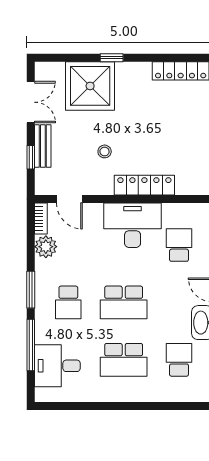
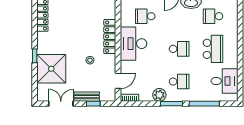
plant: (46, 247) -> (159, 95), moved
school desk: (124, 302) -> (179, 49), width x0.54
desk: (57, 366) -> (224, 81), moved, turned -90

